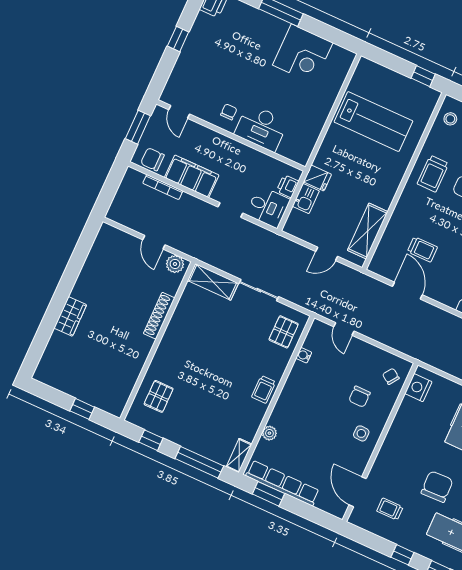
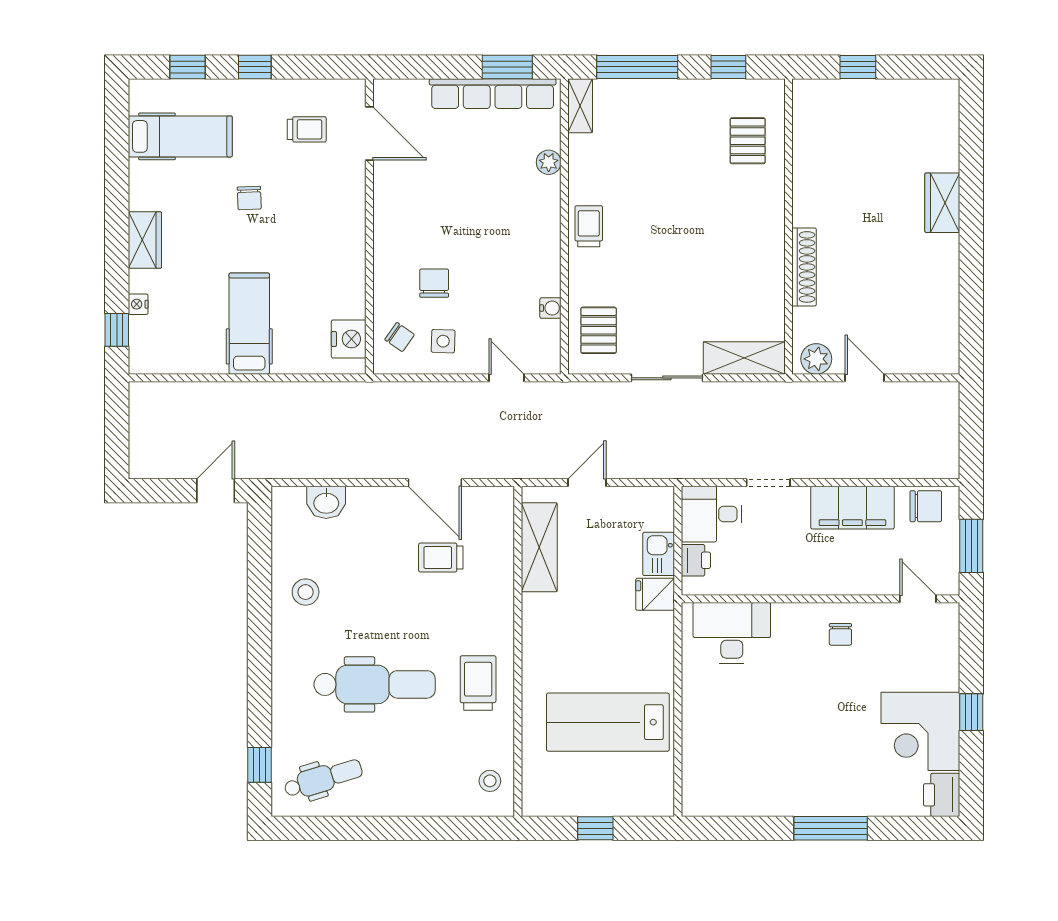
corner desk: (303, 54) -> (920, 731), moved, turned -90
window: (423, 76) -> (595, 828), moved
desk: (261, 128) -> (732, 633), moved
bookcase: (163, 187) -> (890, 470), removed
side table: (361, 433) -> (443, 341), moved
chair: (437, 487) -> (249, 198), width x0.54, depth x0.54

